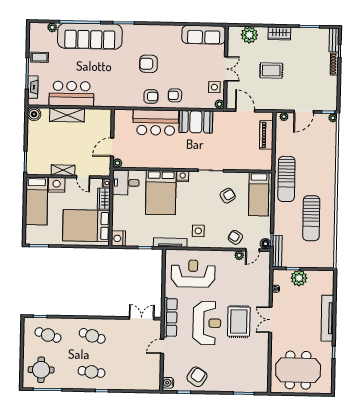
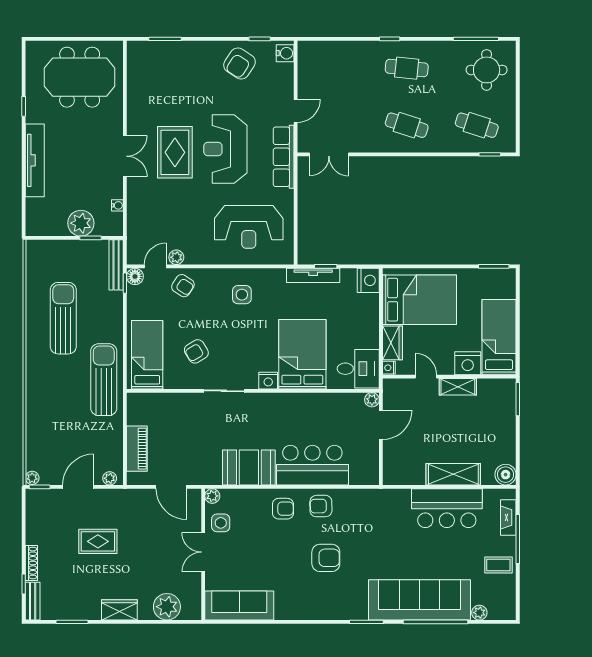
rug: (271, 71) -> (98, 541), moved
tv unit: (170, 243) -> (313, 275), moved

